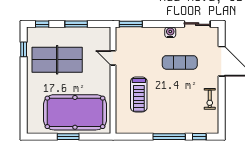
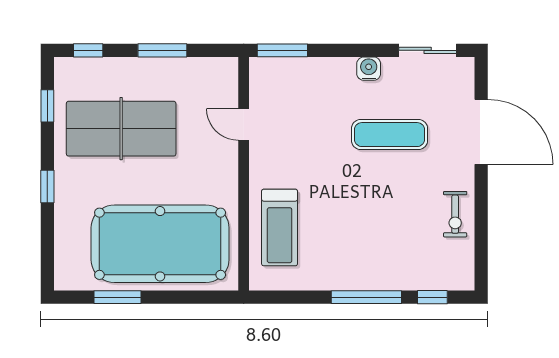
window: (24, 86) -> (47, 186), added
treadmill: (139, 94) -> (280, 228), moved
window: (68, 137) -> (118, 297), moved

